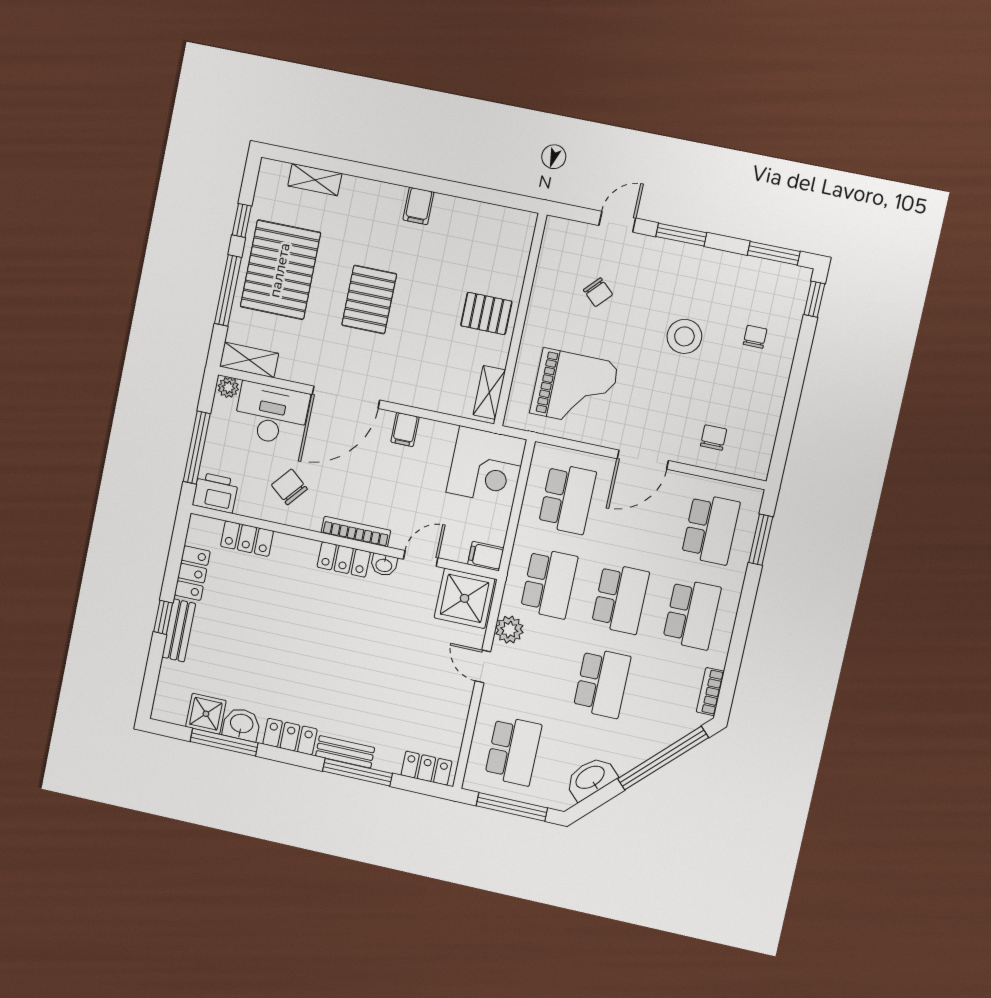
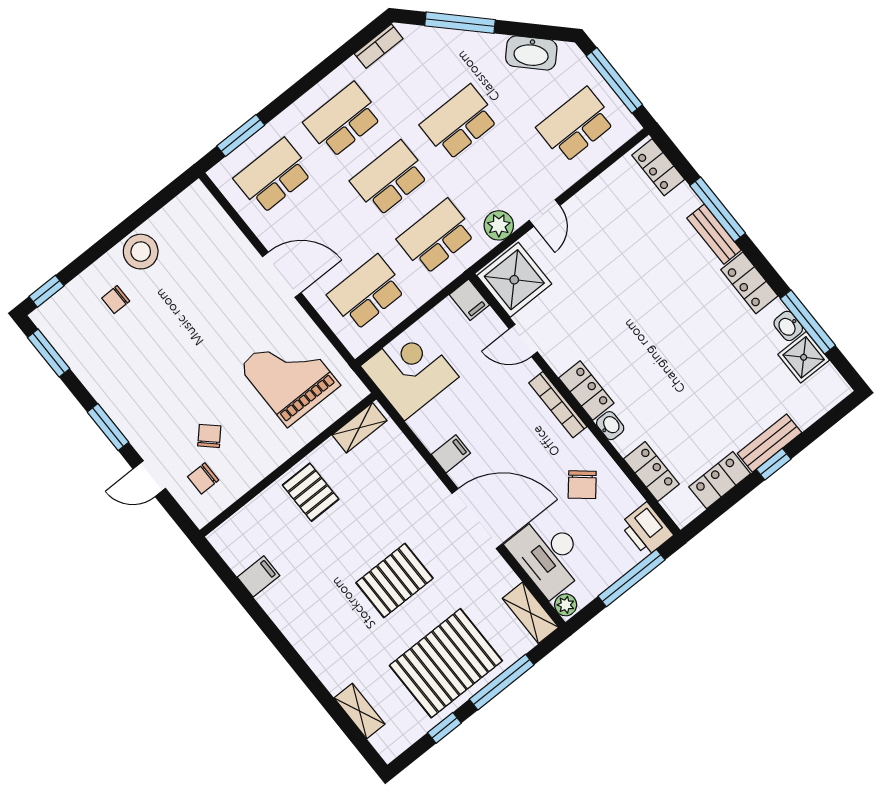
filing cabinet: (418, 206) -> (259, 576), moved
stool: (684, 336) -> (141, 252), moved
chair: (714, 438) -> (203, 478), moved
washbasin: (384, 565) -> (610, 426), moved
washbasin: (242, 724) -> (788, 326), width x0.72, depth x0.69
window: (663, 758) -> (460, 23), width x0.68

